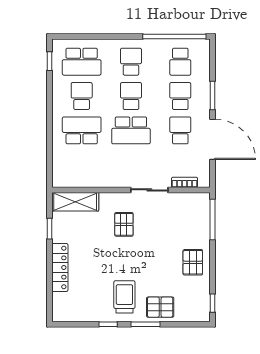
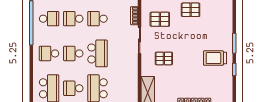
pallet: (160, 307) -> (160, 19), moved, turned 90

